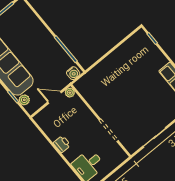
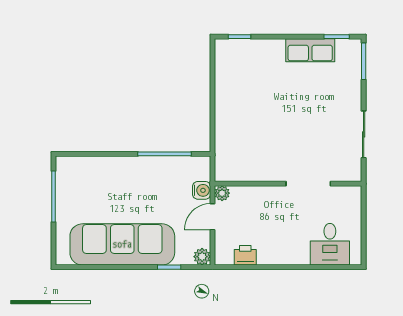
water cooler: (73, 73) -> (202, 190), moved
plant: (24, 100) -> (202, 257), moved
printer: (62, 144) -> (245, 255), moved

